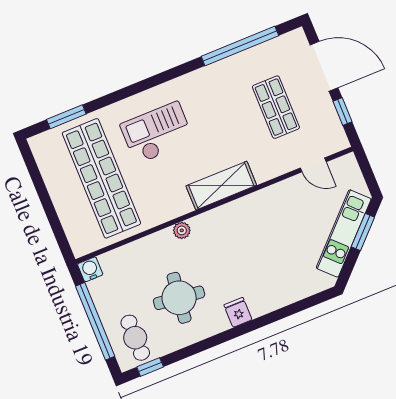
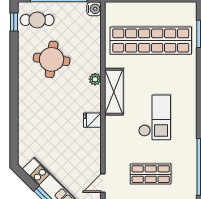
checkout: (157, 133) -> (155, 117), moved
shelving: (221, 186) -> (114, 92), moved
fridge: (238, 312) -> (92, 120), moved, turned 180

